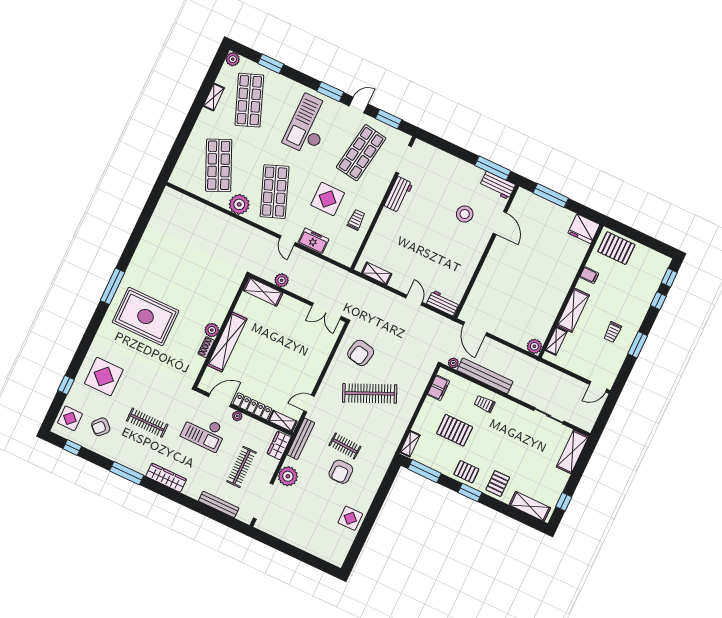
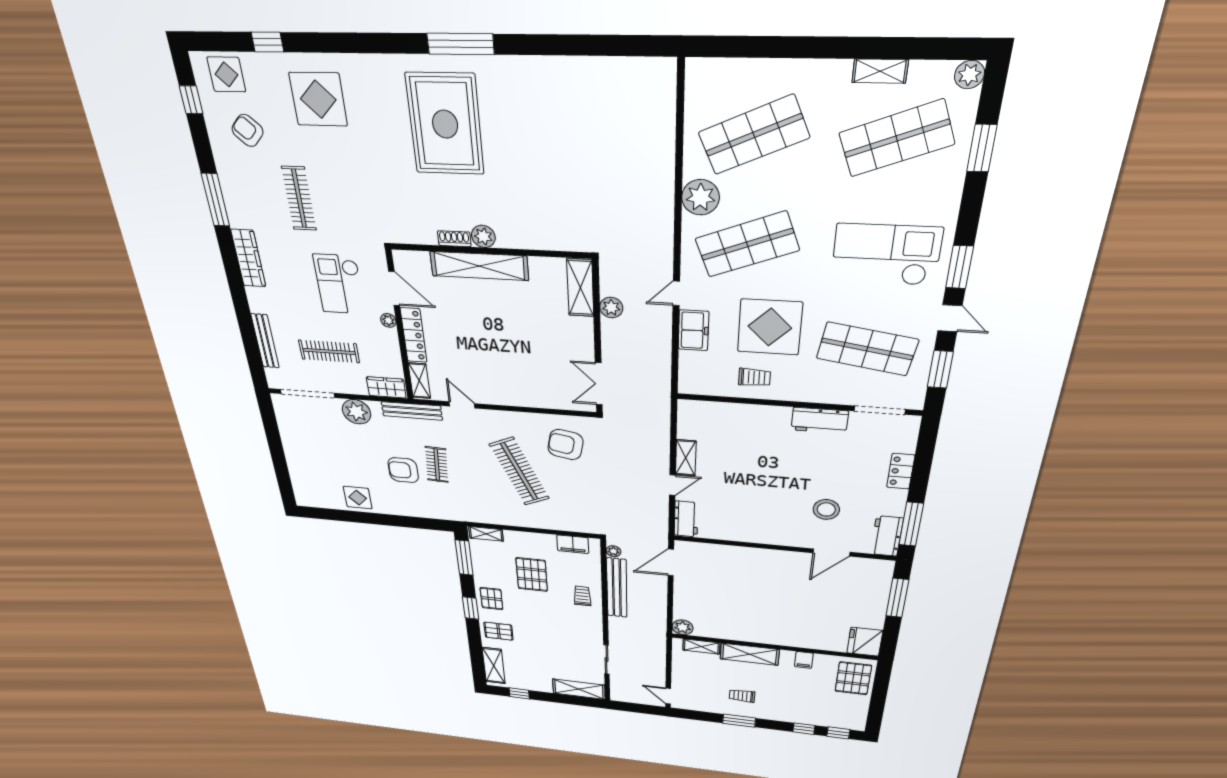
locker: (451, 162) -> (901, 471), added
display table: (328, 199) -> (770, 327), width x1.36, depth x1.36
shelving: (377, 273) -> (686, 458), moved

